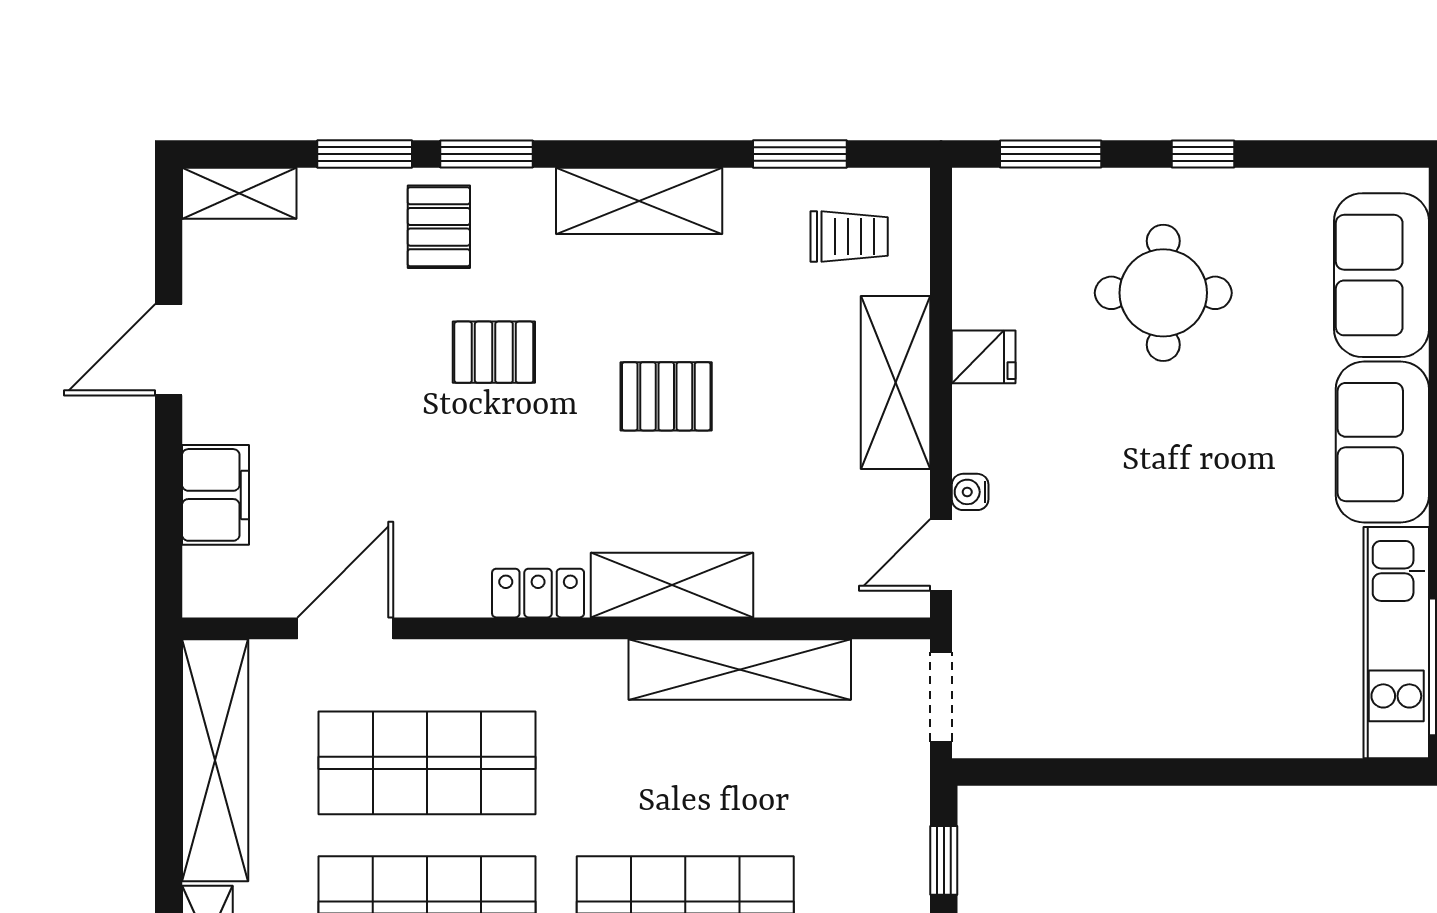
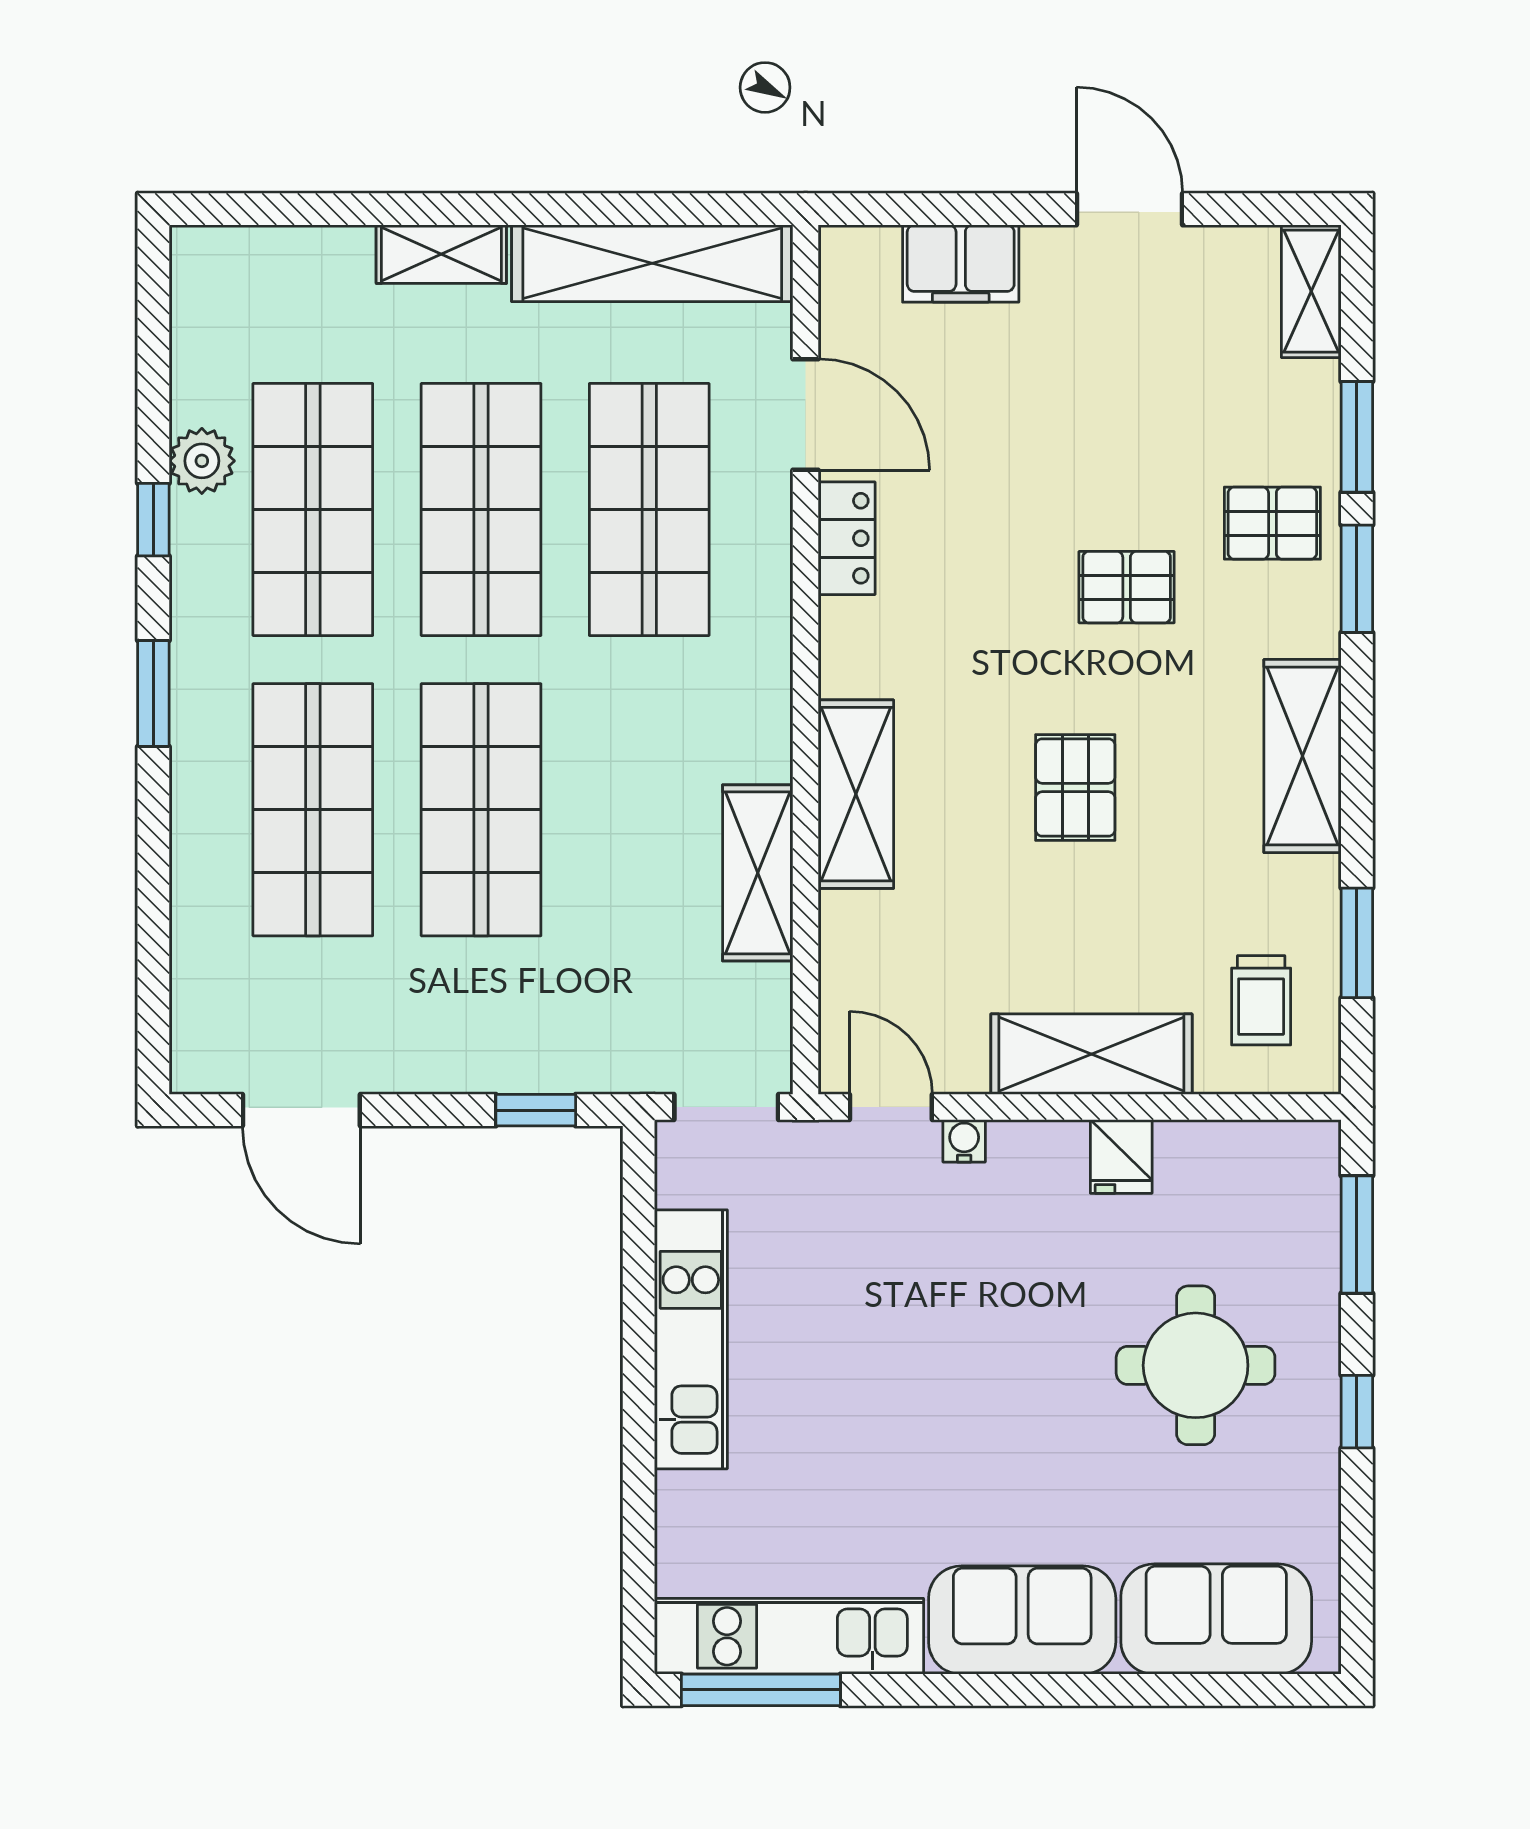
pallet: (494, 352) -> (1127, 587), turned 90
locker: (538, 593) -> (847, 538), moved
shelving: (740, 669) -> (758, 873), width x0.68
kitchen unit: (1141, 727) -> (691, 1339), added

